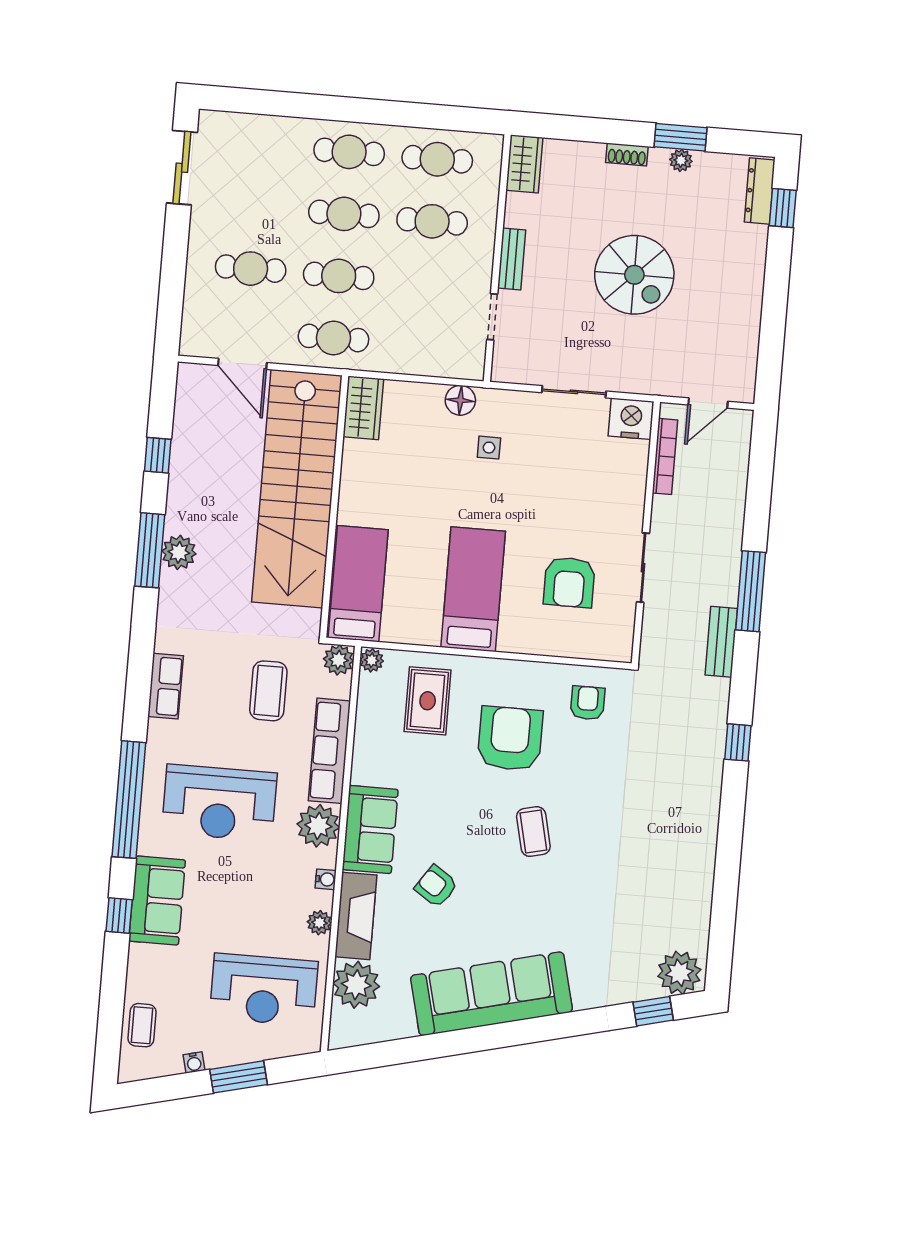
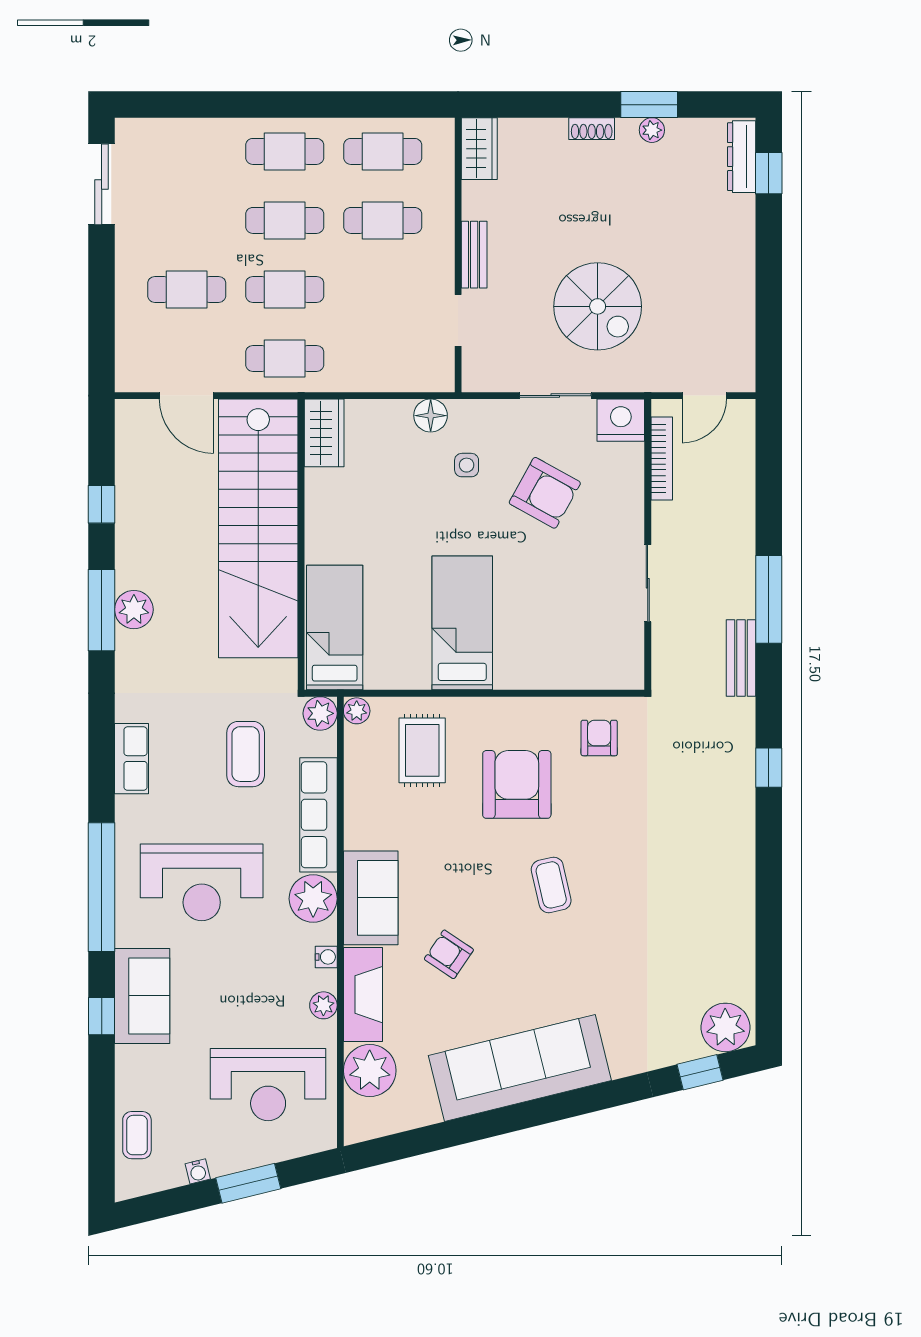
spiral stairs: (634, 275) -> (598, 306), moved
armchair: (569, 582) -> (545, 493), moved, turned -61

